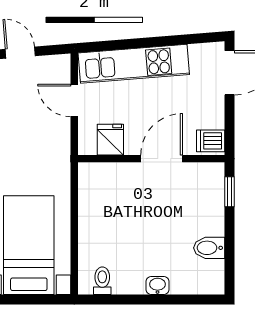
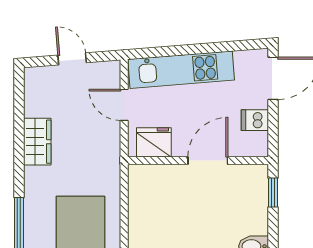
fridge: (110, 140) -> (154, 142), width x1.38
dishwasher: (211, 141) -> (255, 120), moved

